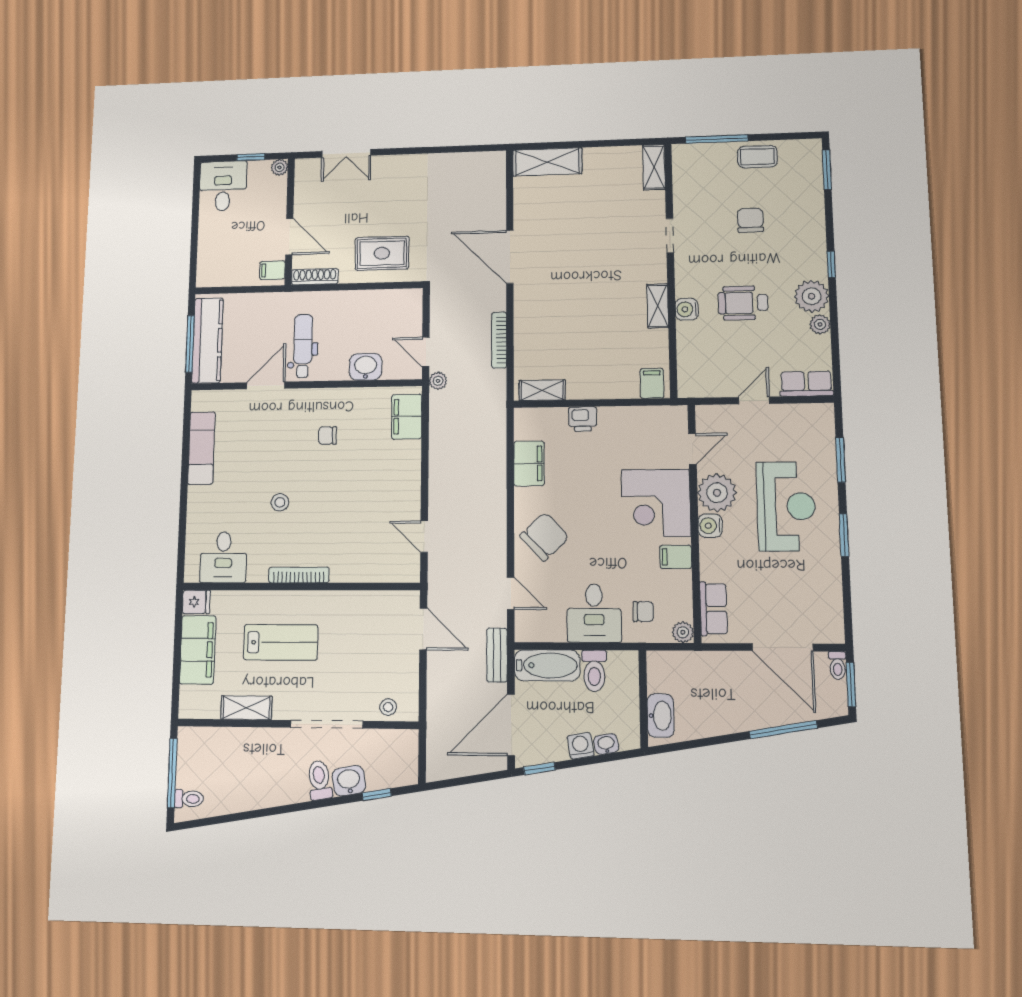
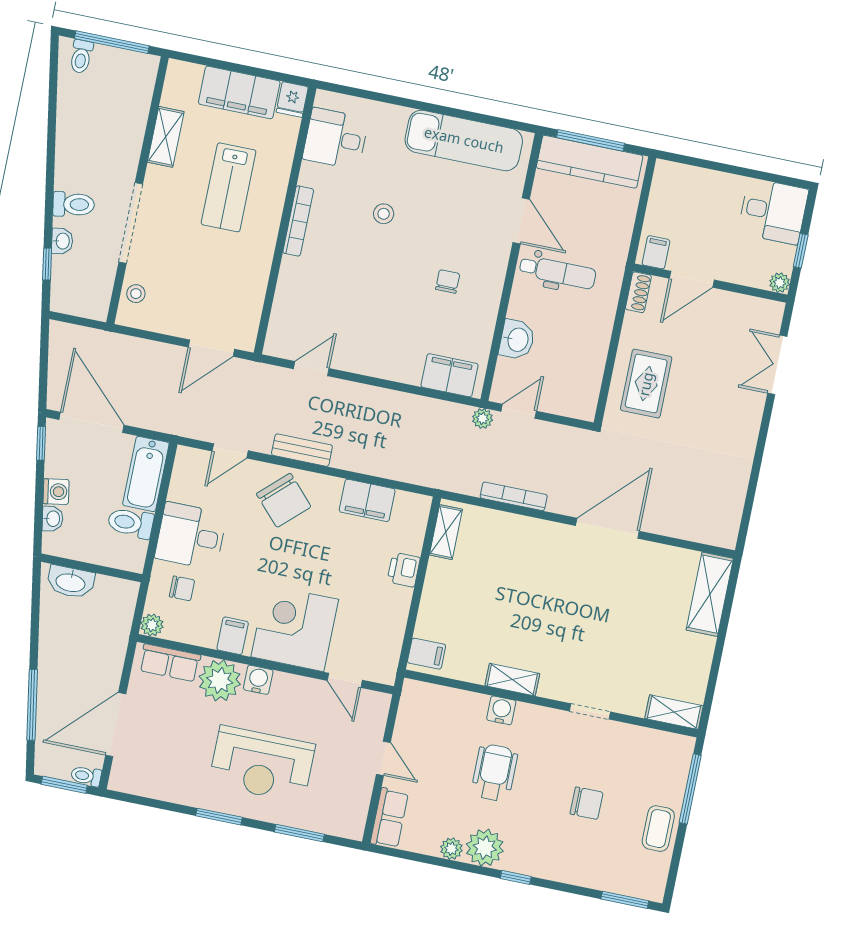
shoe rack: (315, 277) -> (638, 292), width x0.70
exam couch: (201, 448) -> (464, 140), width x1.36, depth x1.45
plant: (717, 493) -> (220, 680), moved
chair: (643, 612) -> (182, 588), turned -90
bench: (497, 655) -> (302, 450), moved
washbasin: (349, 781) -> (62, 241), width x0.72, depth x0.69

